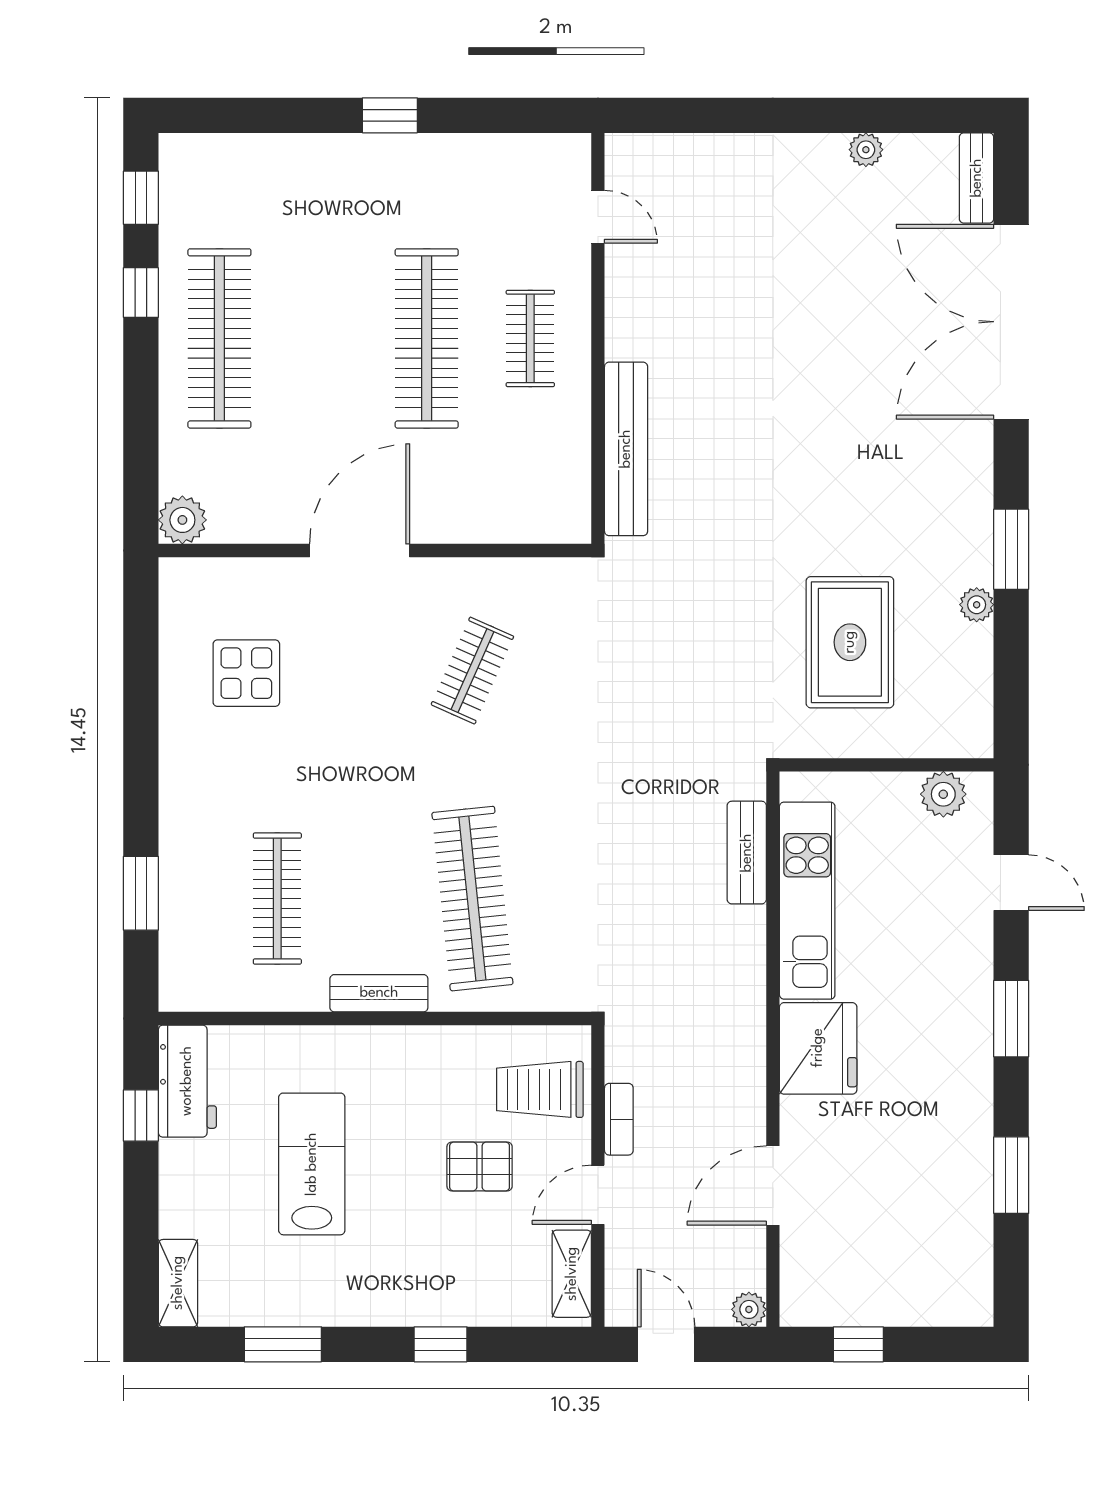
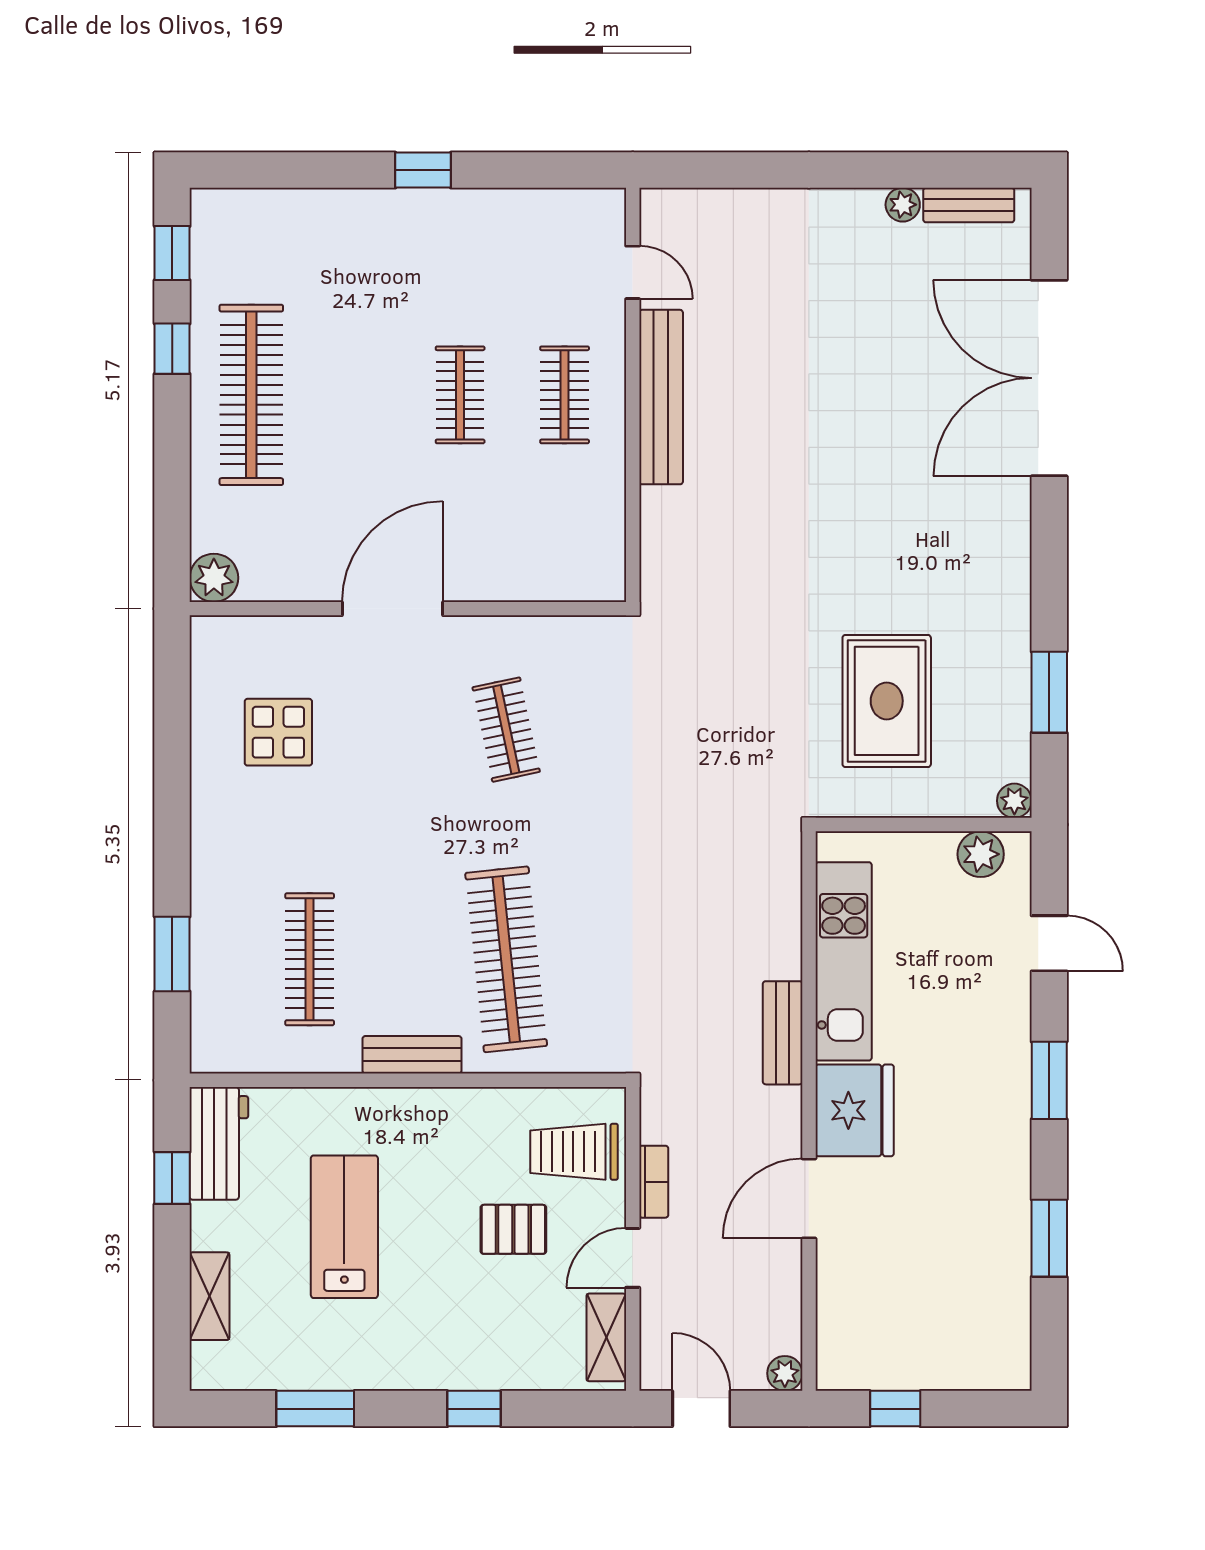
bench: (977, 178) -> (969, 205), moved, turned 90
clothes rail: (427, 338) -> (460, 395), width x0.54, depth x0.76
bench: (626, 449) -> (661, 397), moved
window: (1011, 549) -> (1049, 692), moved
plant: (977, 605) -> (1014, 801), moved
clothes rail: (472, 671) -> (506, 730), turned -36
bench: (747, 853) -> (783, 1033), moved
door: (773, 1186) -> (809, 1198), moved
shelving: (178, 1283) -> (210, 1296), moved

